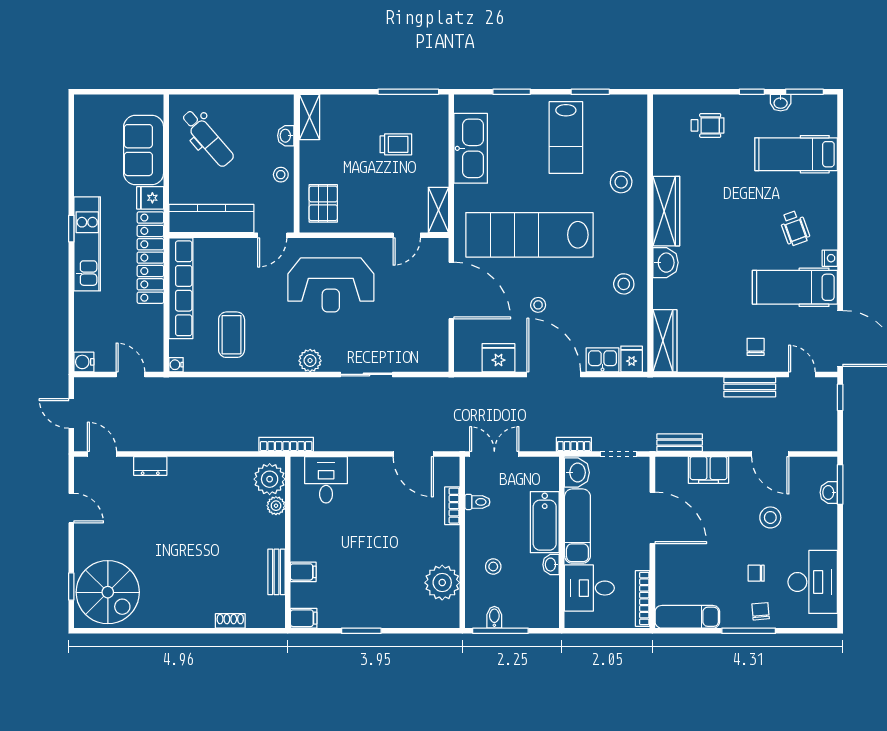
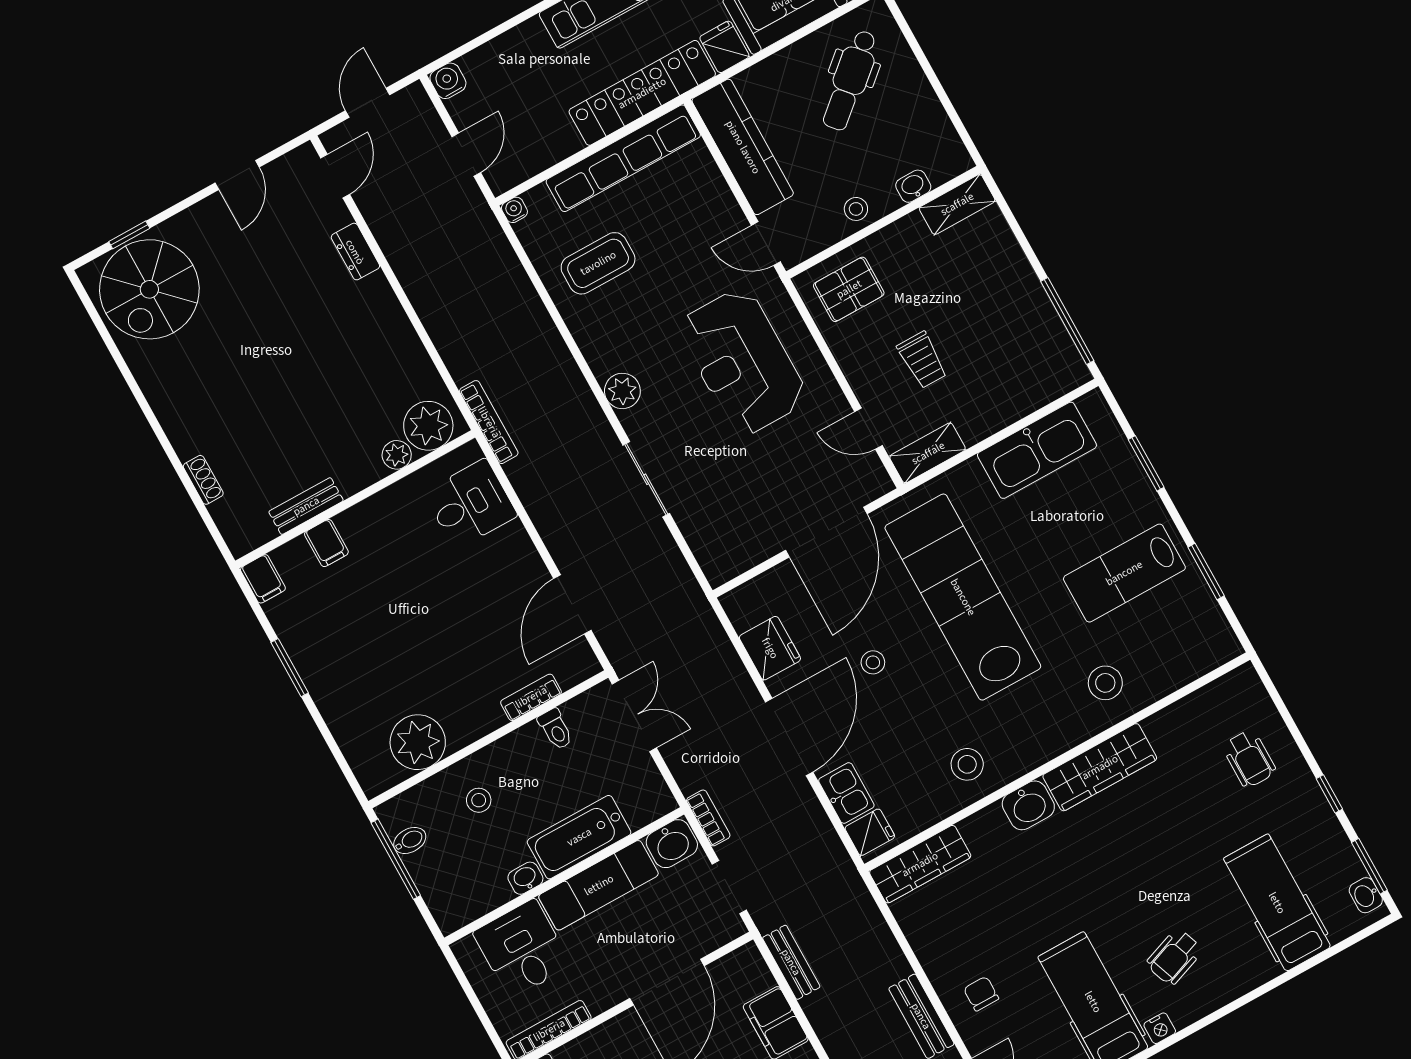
washbasin: (781, 103) -> (1366, 895), moved
trolley: (396, 144) -> (922, 360), moved
chair: (756, 347) -> (981, 994), turned -90

